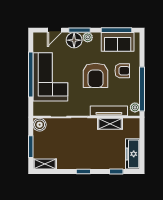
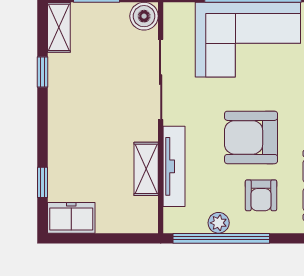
plant: (135, 107) -> (219, 223), moved
freezer: (133, 154) -> (71, 218), width x0.71
window: (83, 172) -> (43, 72), moved

